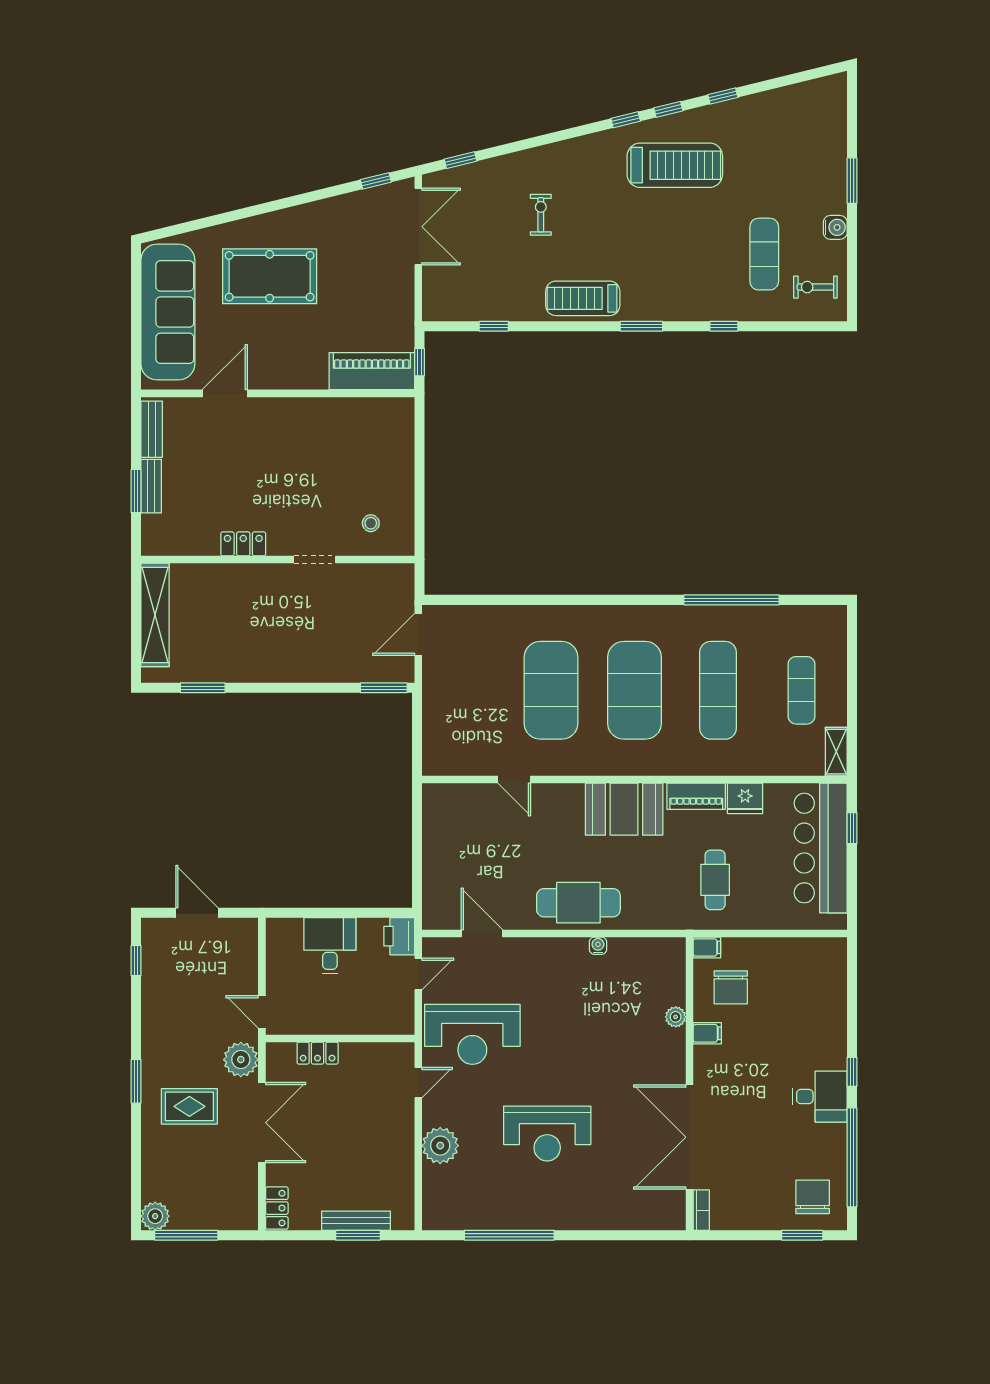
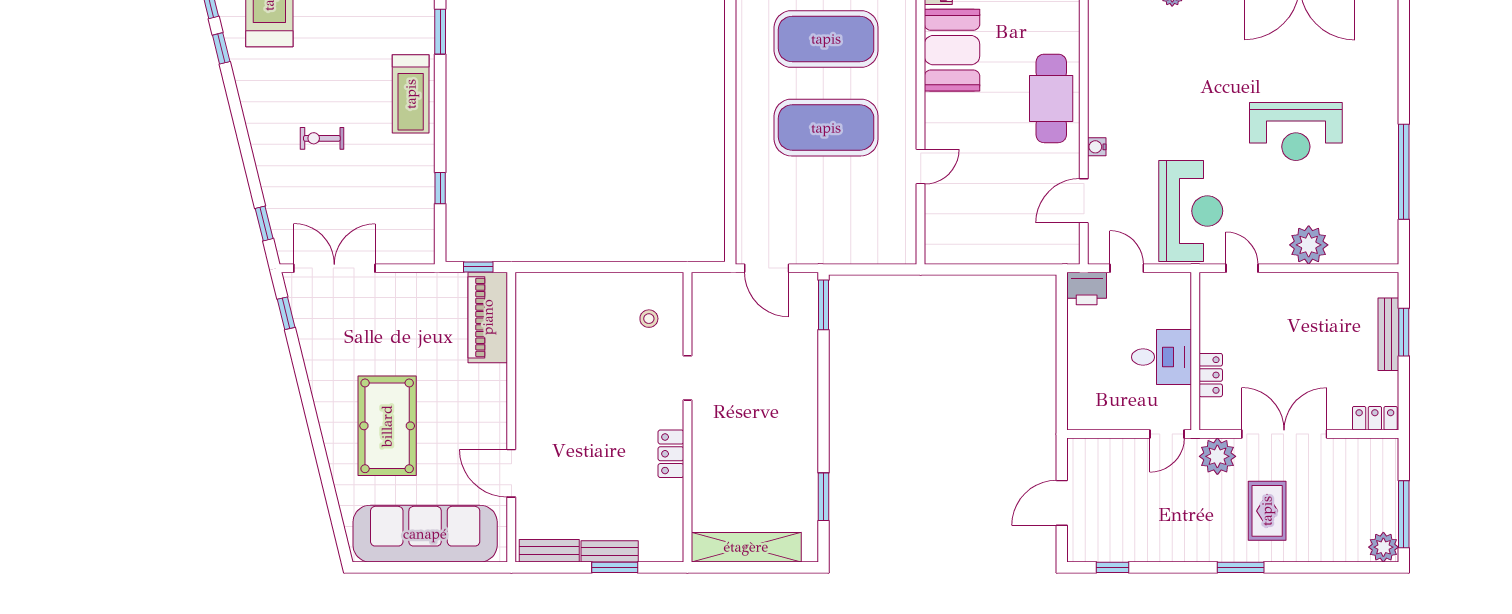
desk: (330, 946) -> (1161, 357), moved, turned 180
water cooler: (598, 946) -> (1097, 147), moved
reception desk: (547, 1134) -> (1296, 132), turned 90

